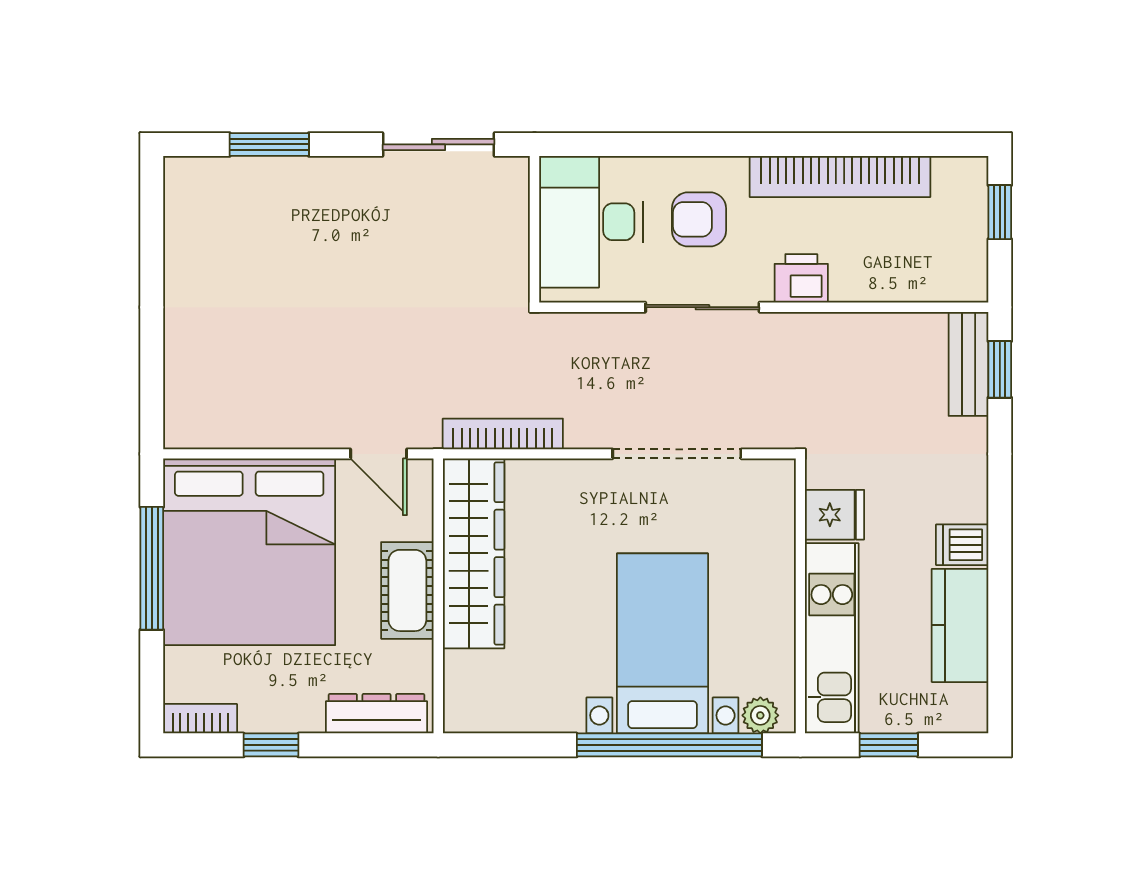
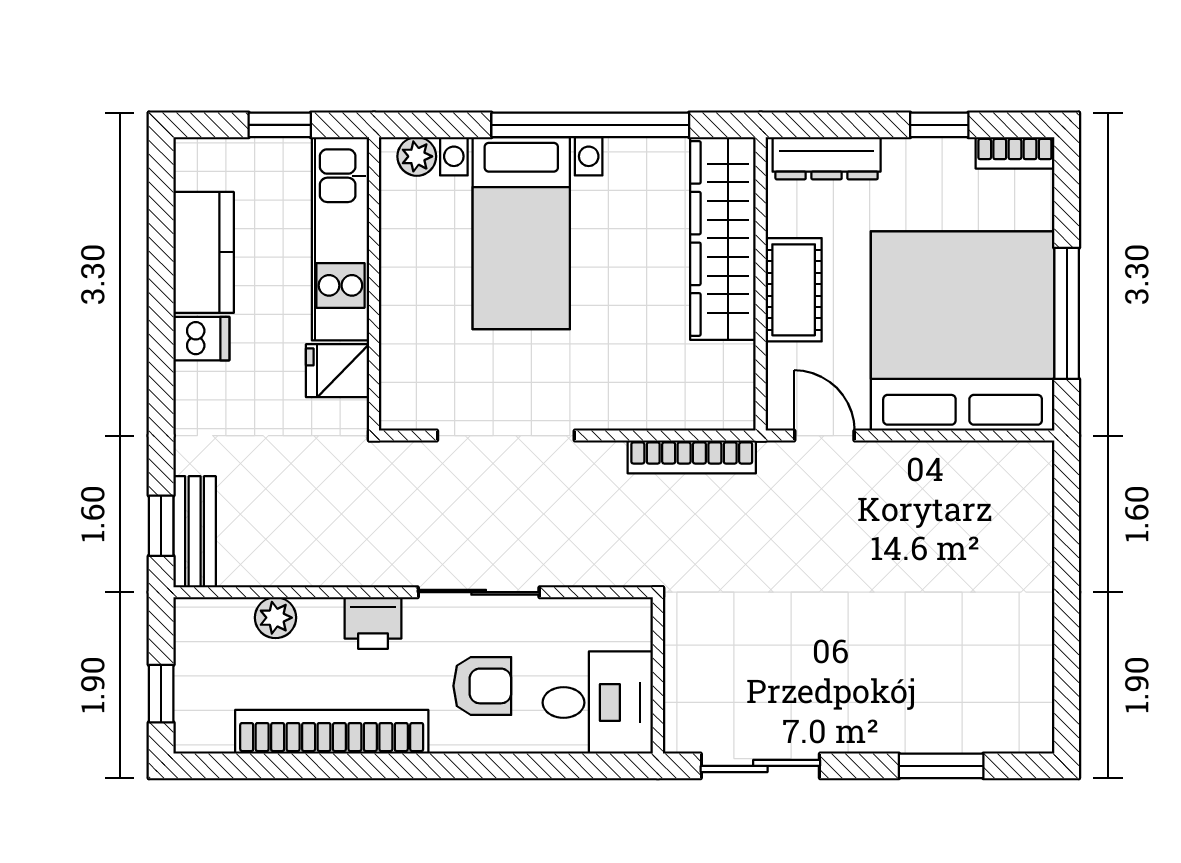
desk: (591, 222) -> (598, 703), width x0.73
plant: (893, 283) -> (275, 618), added
wardrobe: (474, 553) -> (723, 238), moved
window: (669, 745) -> (590, 125), moved

